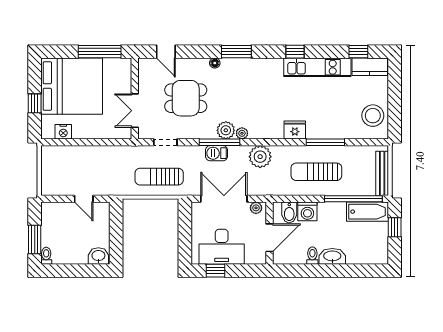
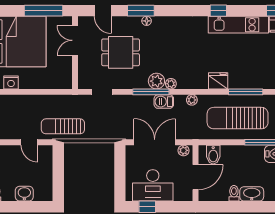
window: (236, 52) -> (141, 11), moved
double door: (135, 111) -> (75, 40), moved
barbecue: (216, 153) -> (164, 102), moved
plant: (260, 157) -> (192, 100), width x0.53, depth x0.53
sun lounger: (316, 172) -> (238, 118), width x1.36, depth x1.34
sun lounger: (159, 177) -> (63, 126), moved
washing machine: (307, 211) -> (229, 154), removed
washbasin: (98, 256) -> (24, 194), moved

